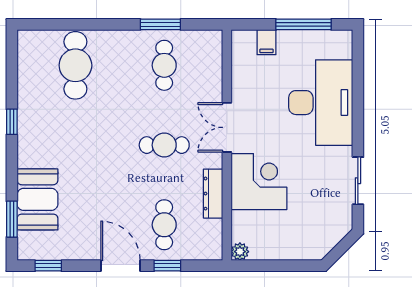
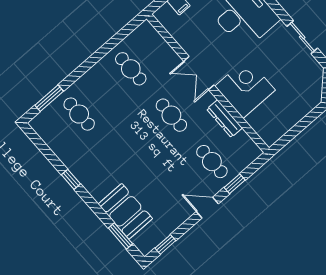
window: (160, 24) -> (49, 98), moved
cafe table: (75, 65) -> (79, 114), width x0.73, depth x0.74
cafe table: (164, 145) -> (171, 115), turned 90
plant: (240, 252) -> (270, 139), removed
door: (120, 266) -> (207, 208), width x0.73

